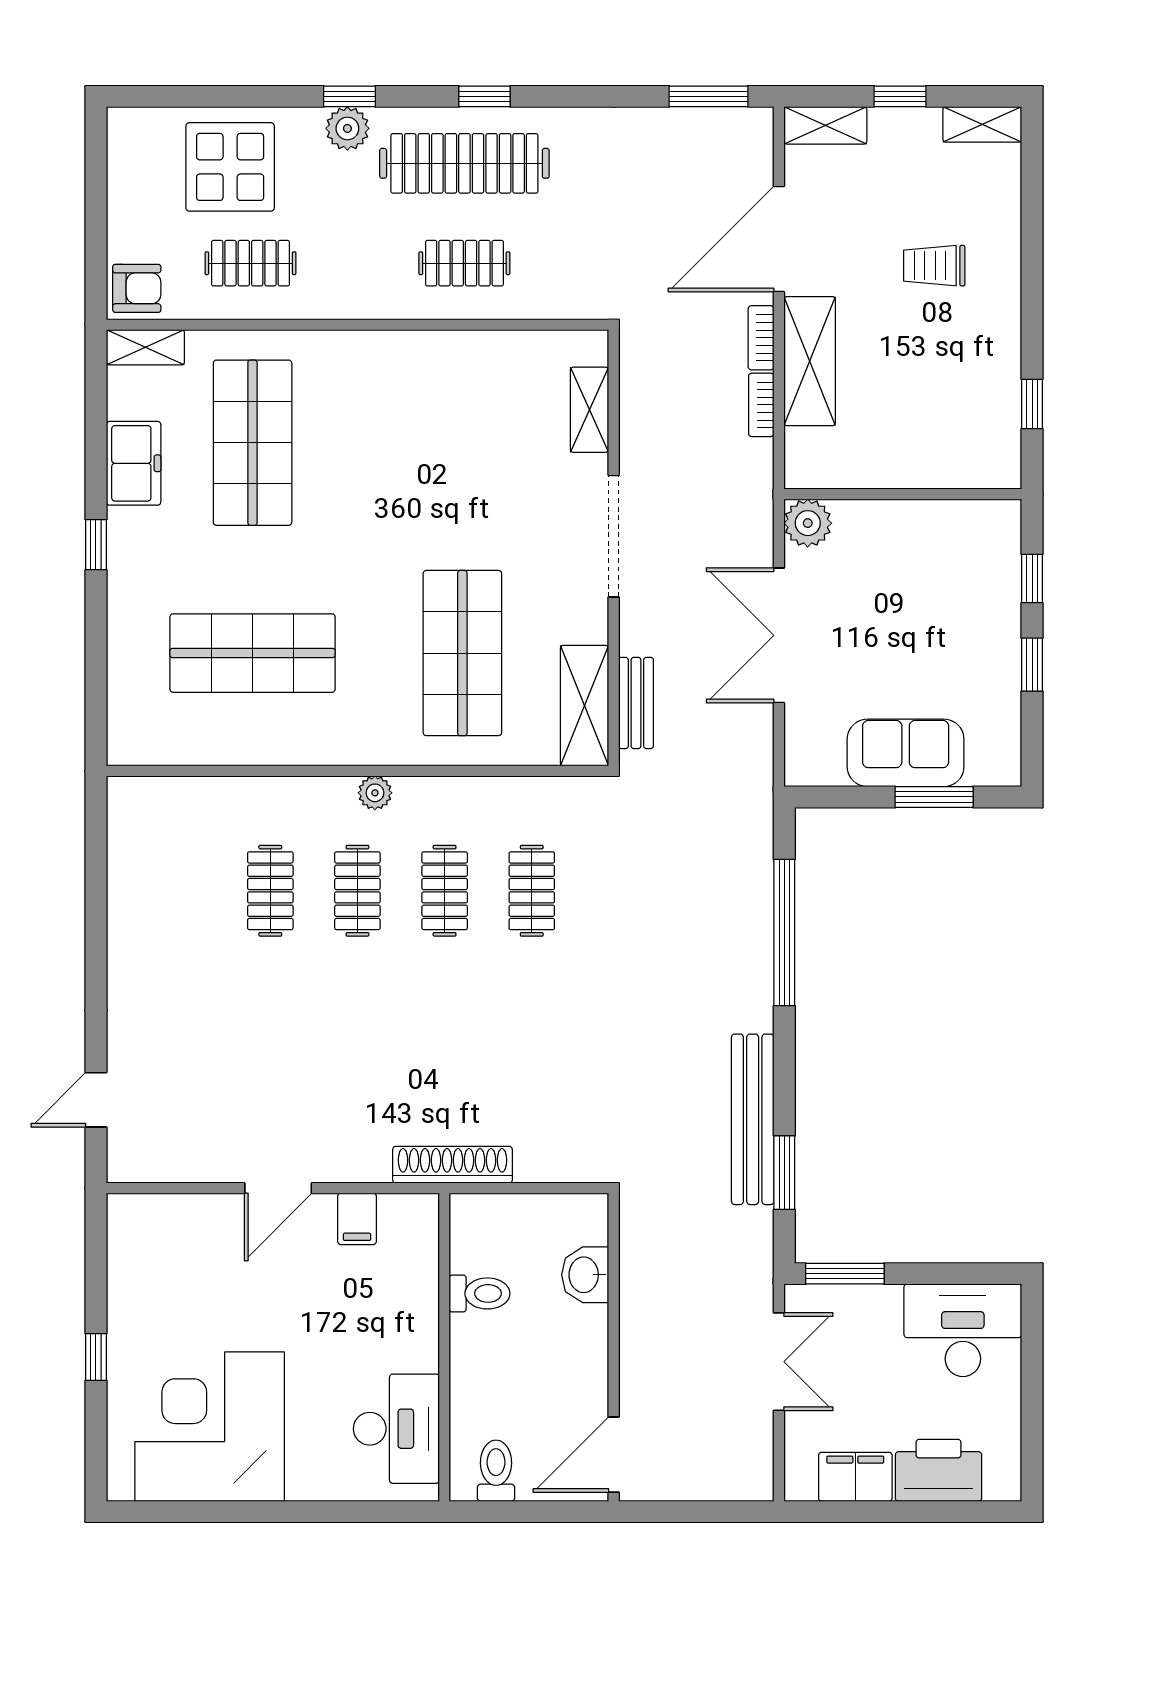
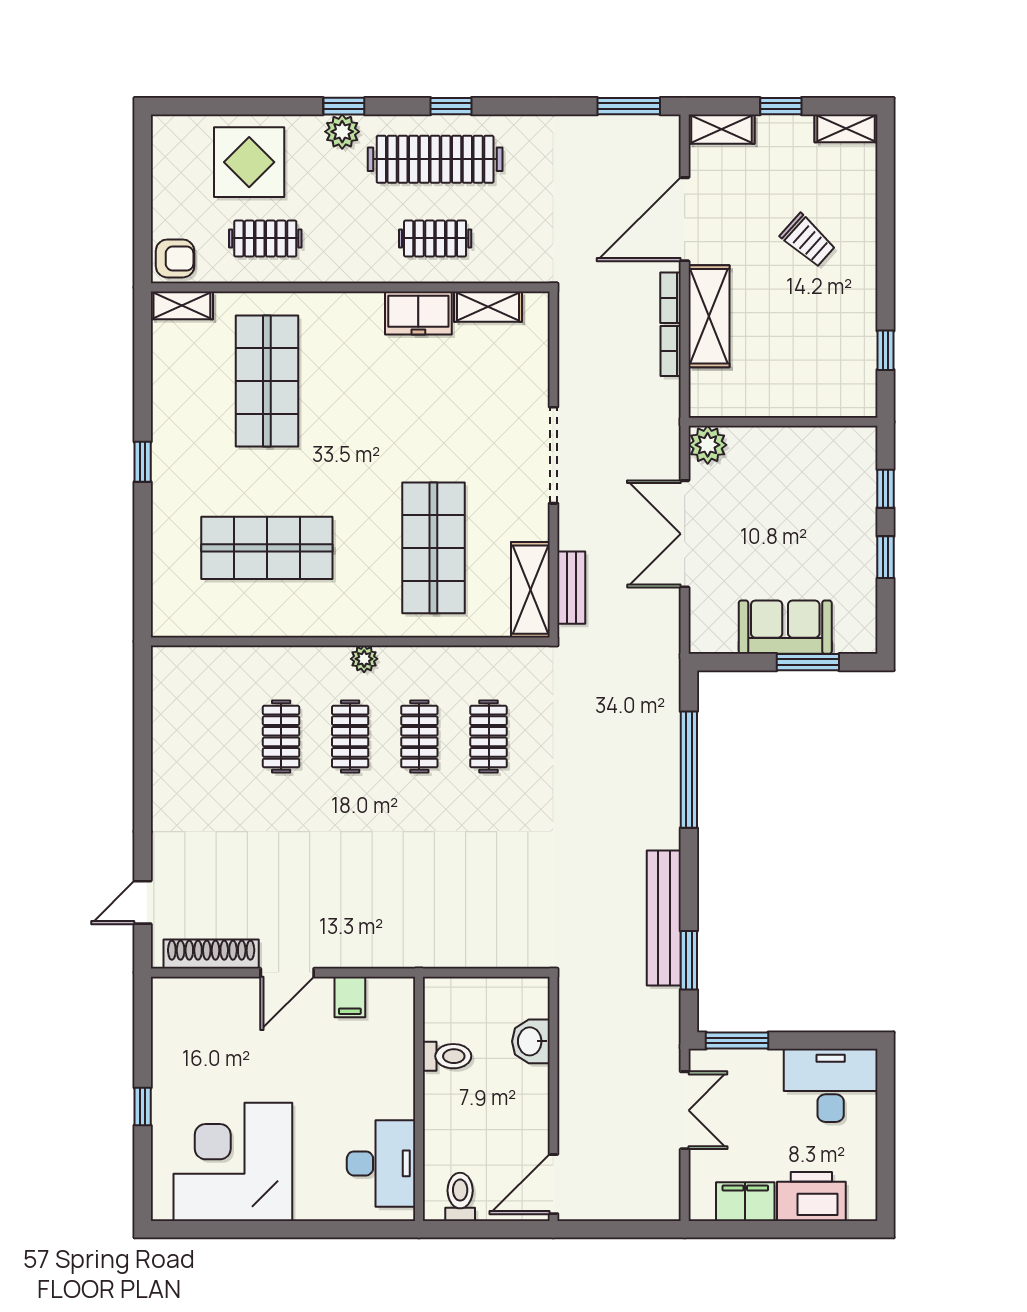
trolley: (934, 266) -> (808, 240), turned -138
shelving: (589, 410) -> (488, 307), moved, turned 90
freezer: (134, 463) -> (418, 313), moved, turned 90
shoe rack: (452, 1165) -> (211, 954), moved

